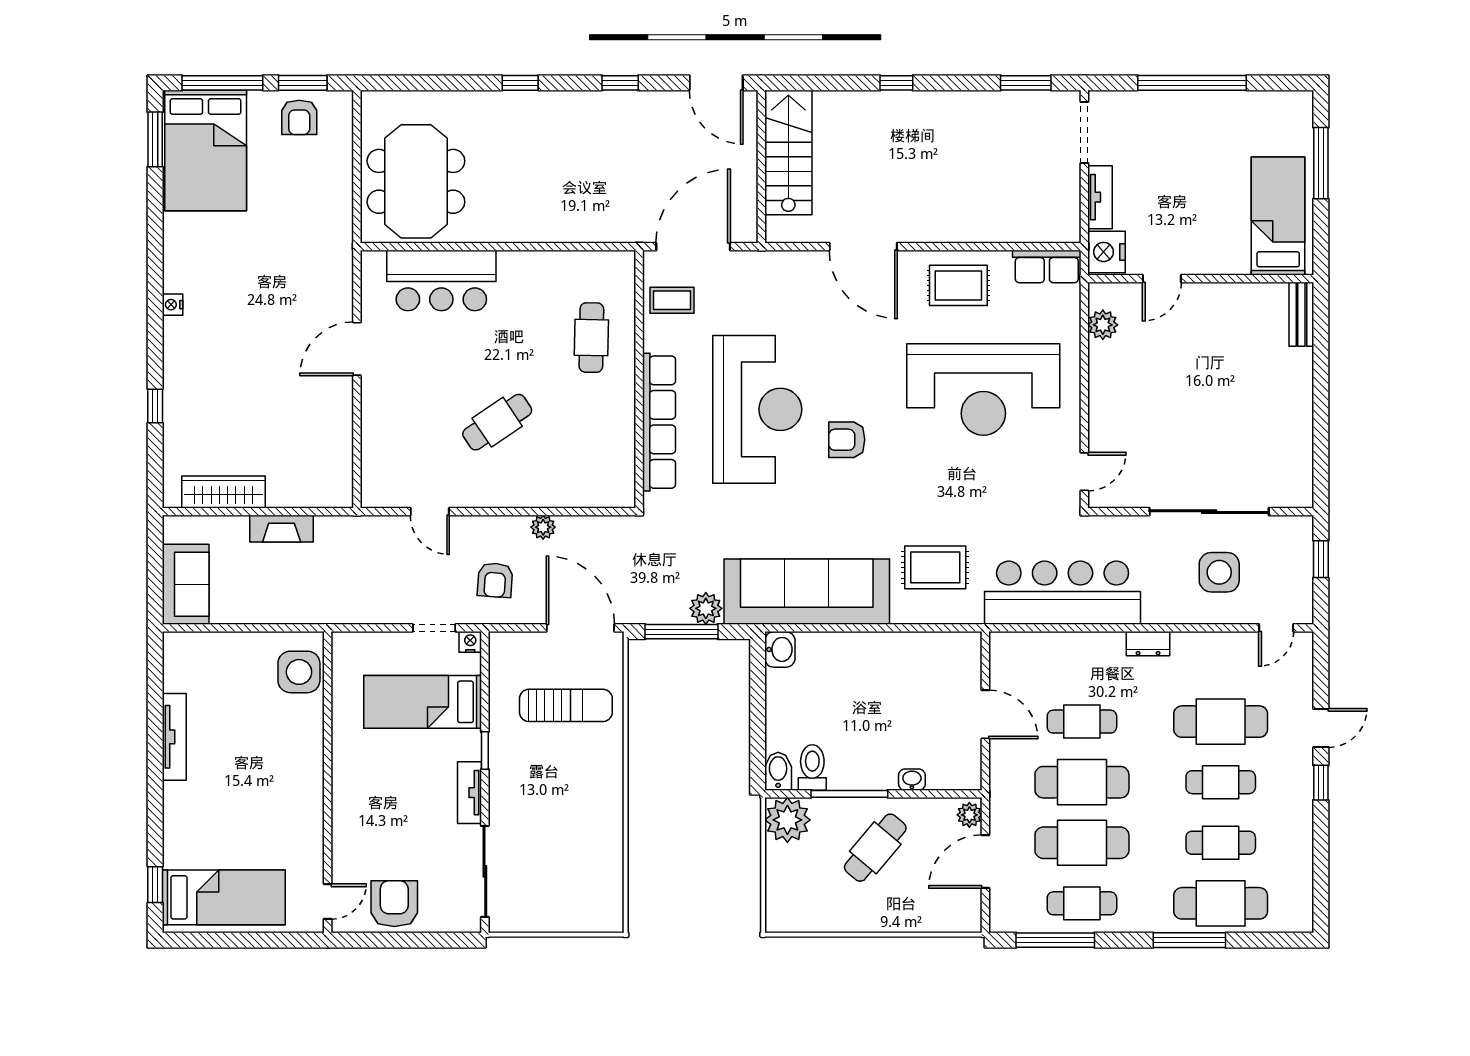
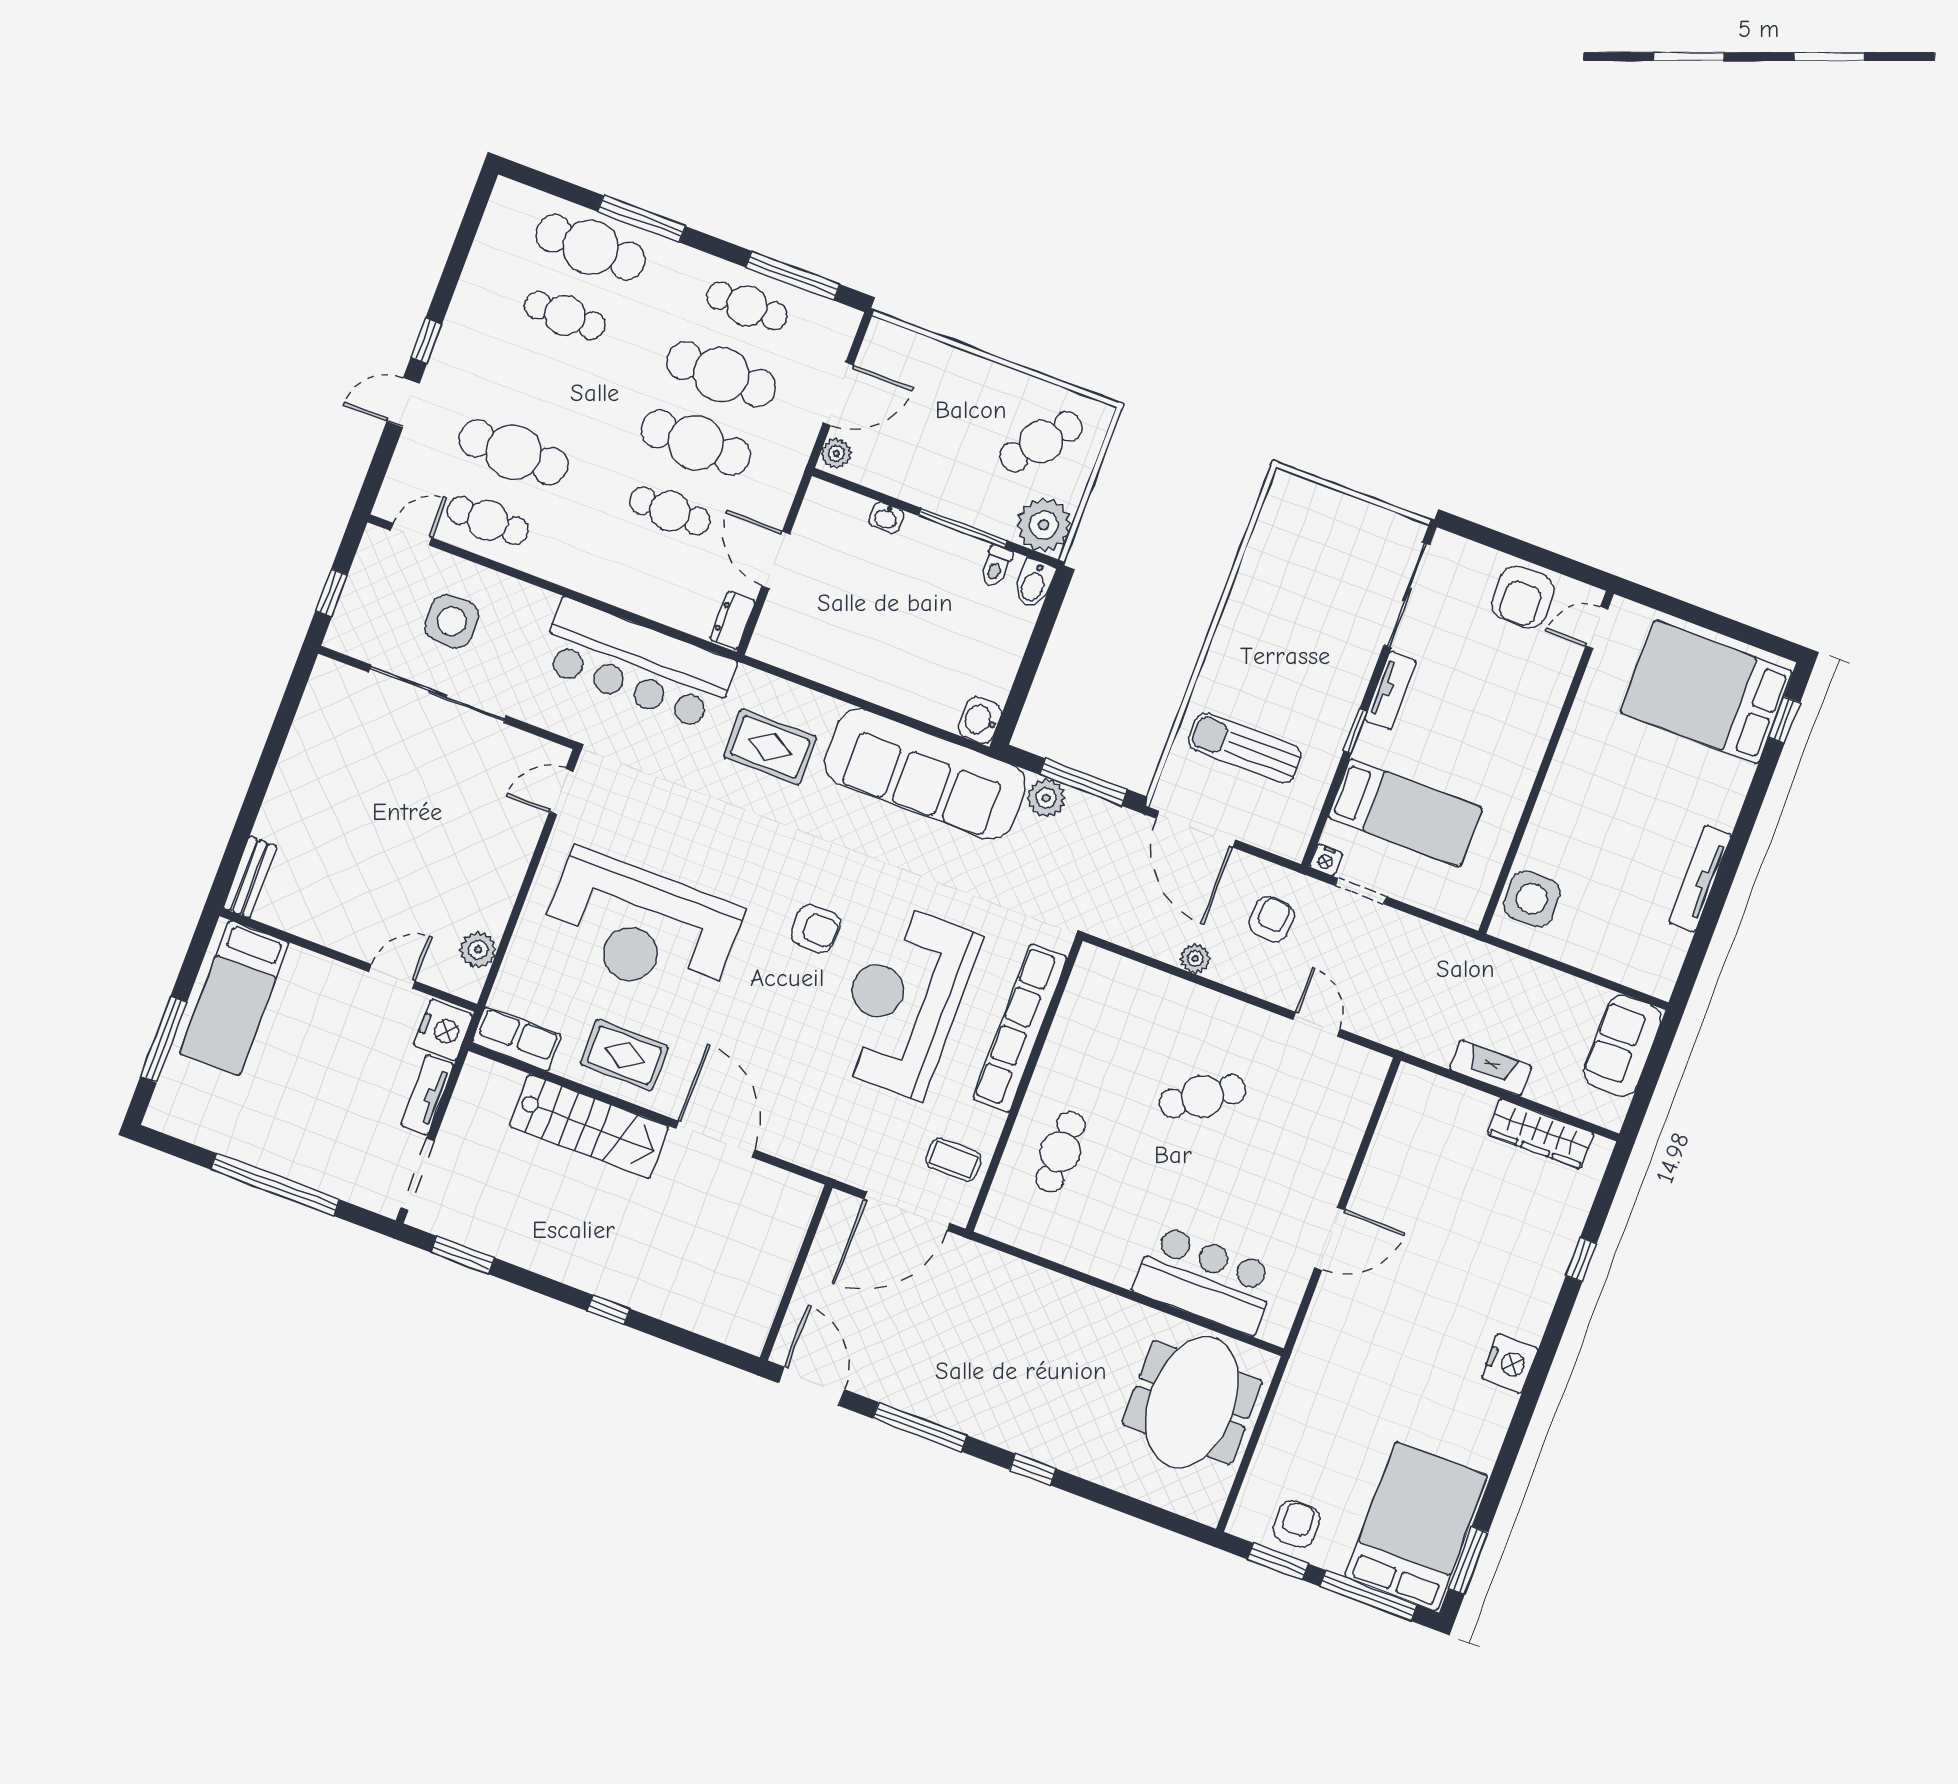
window: (620, 83) -> (920, 1427), width x2.17
stairs: (788, 152) -> (589, 1127), moved, turned -90
nightstand: (173, 305) -> (1510, 1363), width x1.89, depth x1.79
reception desk: (983, 390) -> (640, 927), turned 180
dresser: (1148, 644) -> (733, 620), moved, turned -90
toilet: (812, 767) -> (996, 566), width x0.73, depth x0.72
cafe table: (1221, 782) -> (488, 520), moved
cafe table: (875, 848) -> (1041, 442), moved
bed: (224, 897) -> (1706, 692), width x1.50

